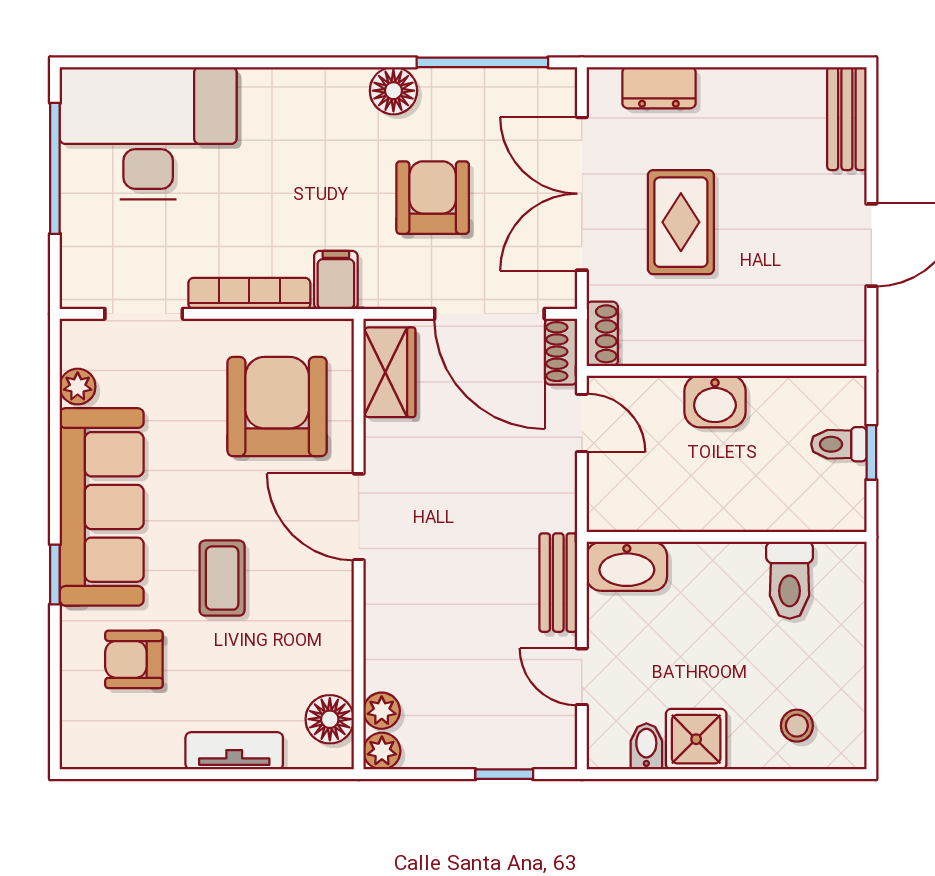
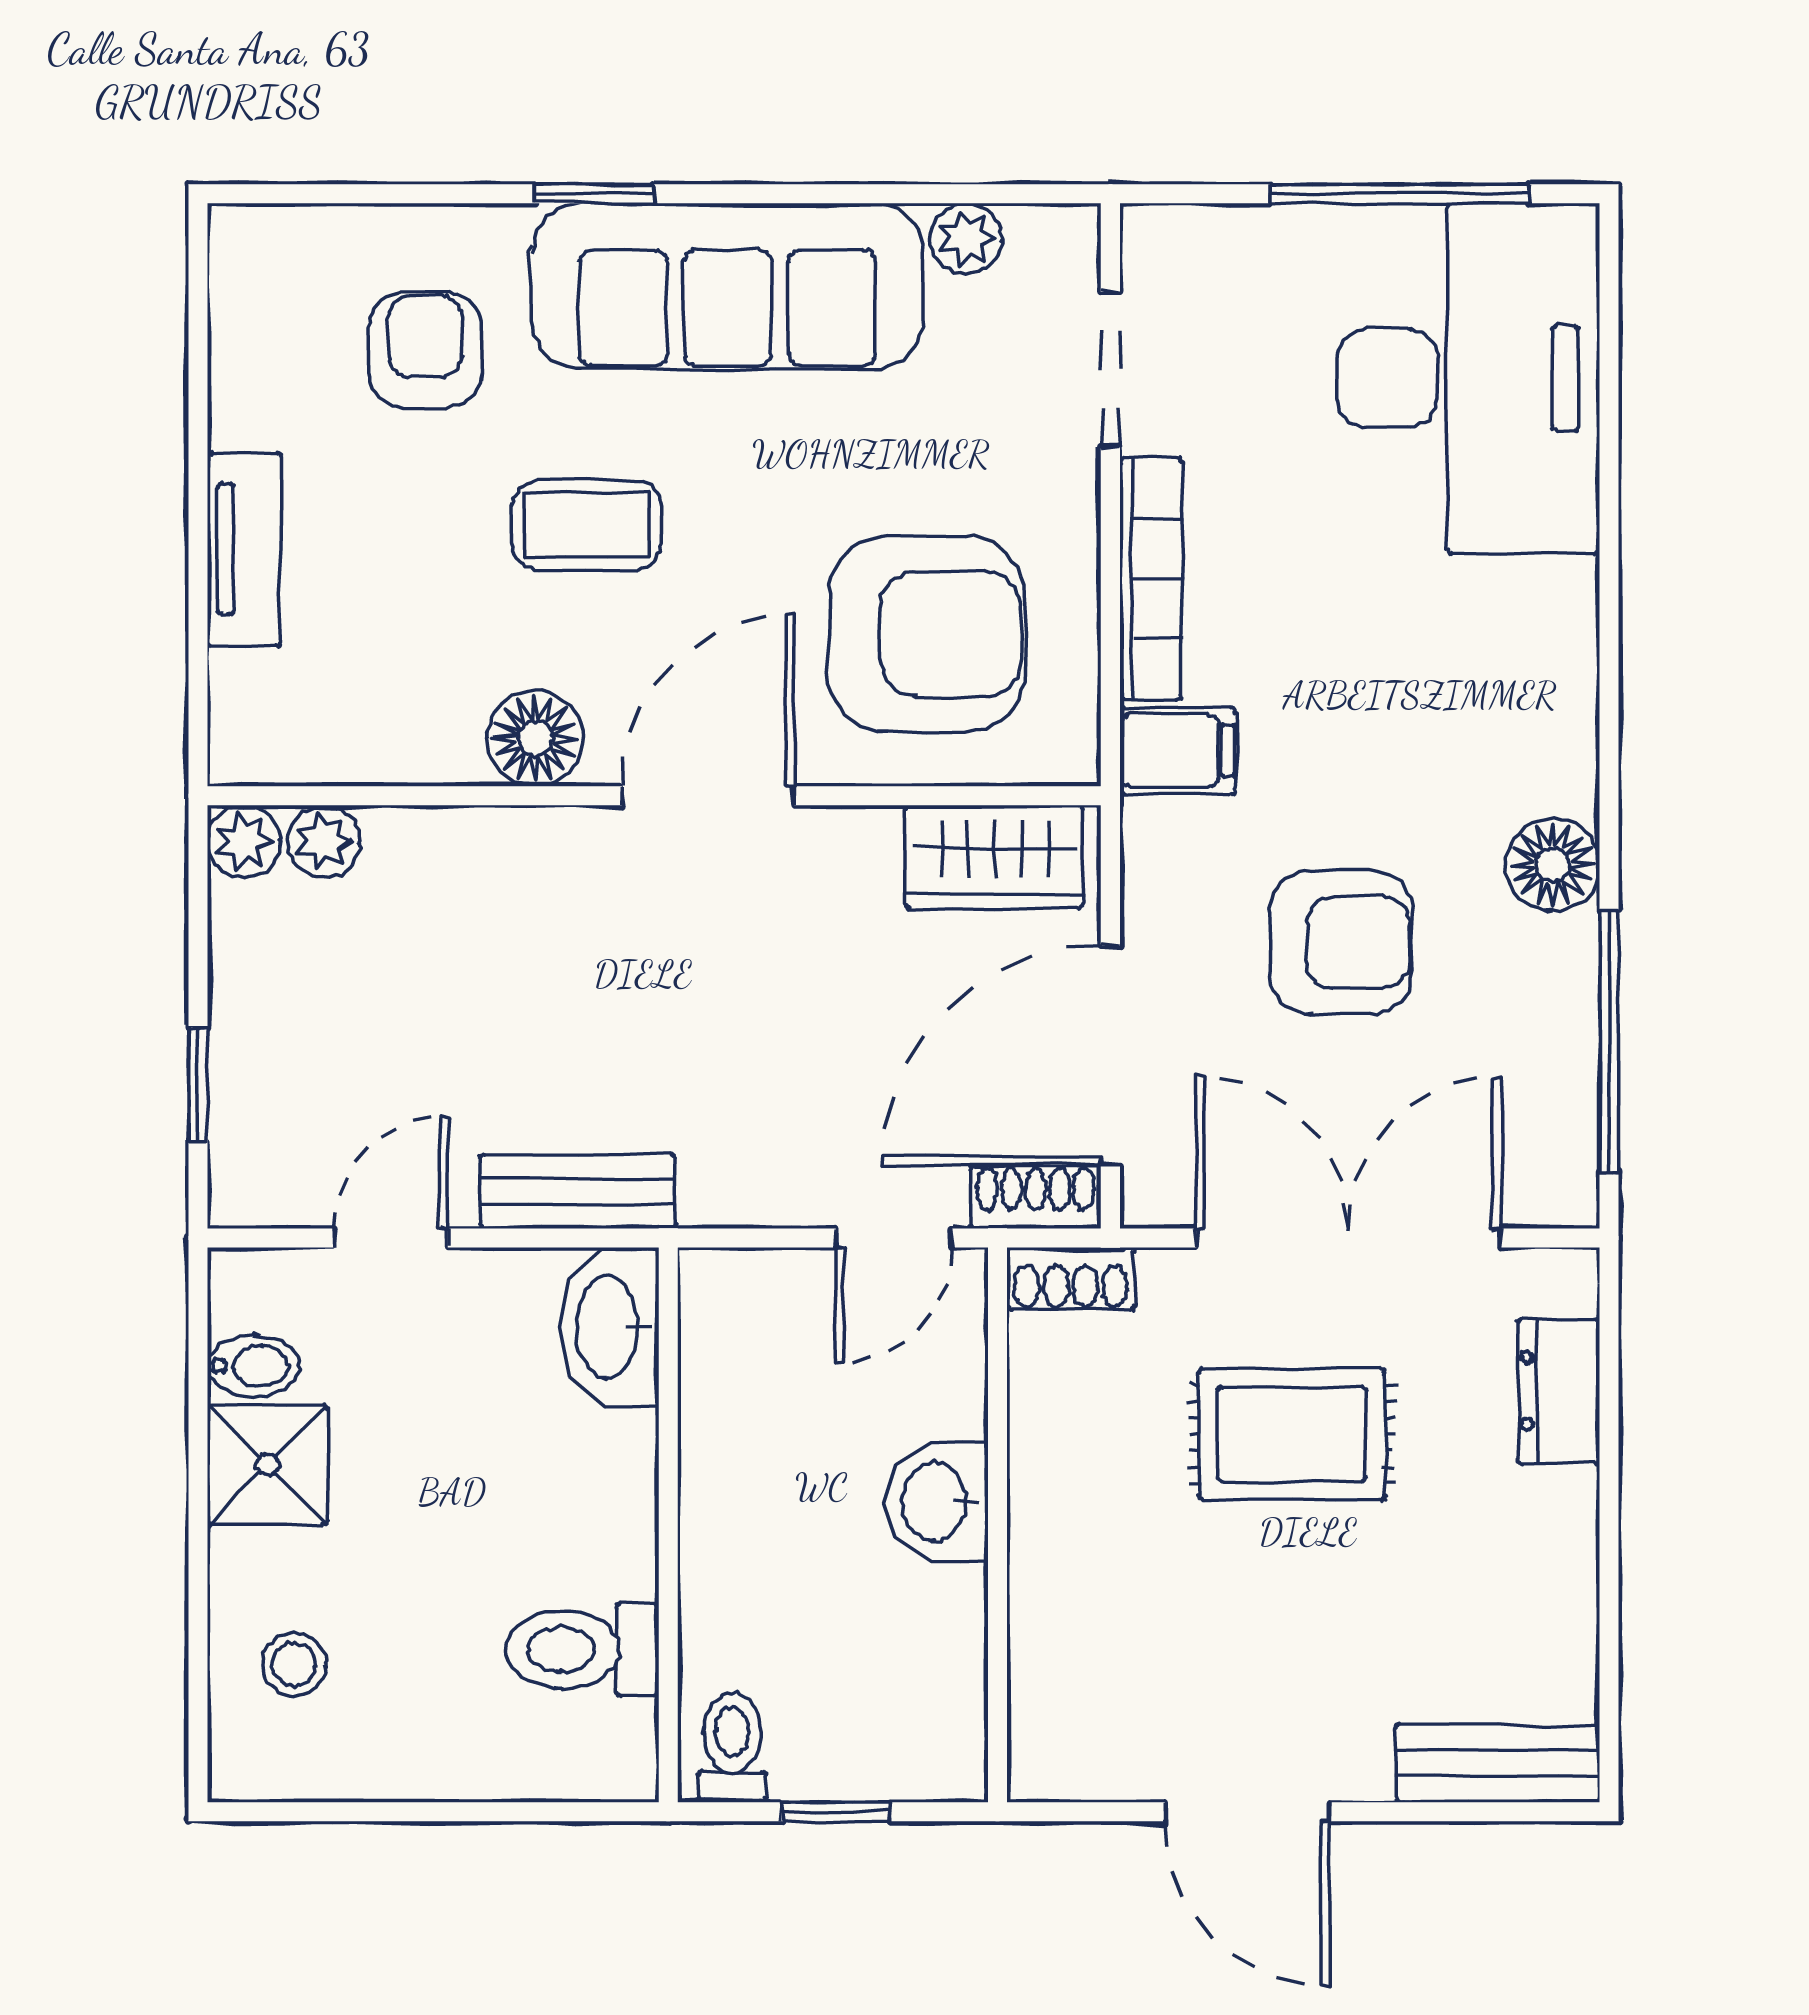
toilet: (839, 444) -> (732, 1747), moved
floor lamp: (330, 719) -> (535, 738), moved

